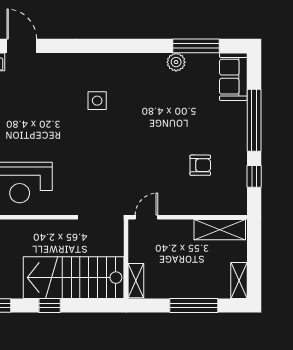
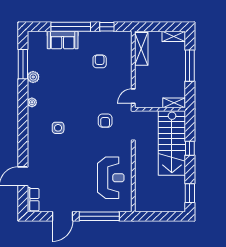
plant: (137, 60) -> (32, 102), added
sofa: (233, 77) -> (63, 40), moved
armchair: (108, 174) -> (105, 121), added
door: (146, 217) -> (133, 96), hinge flipped
window: (50, 305) -> (190, 148), moved

